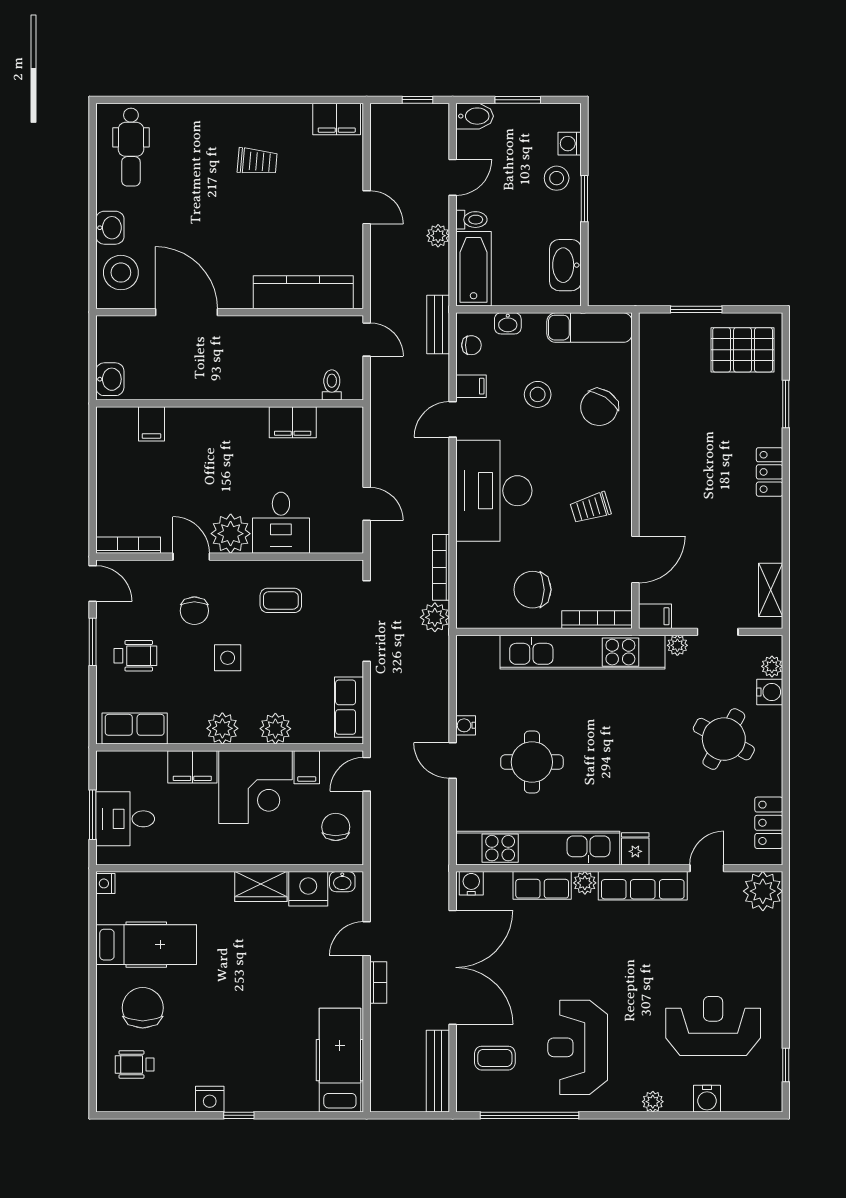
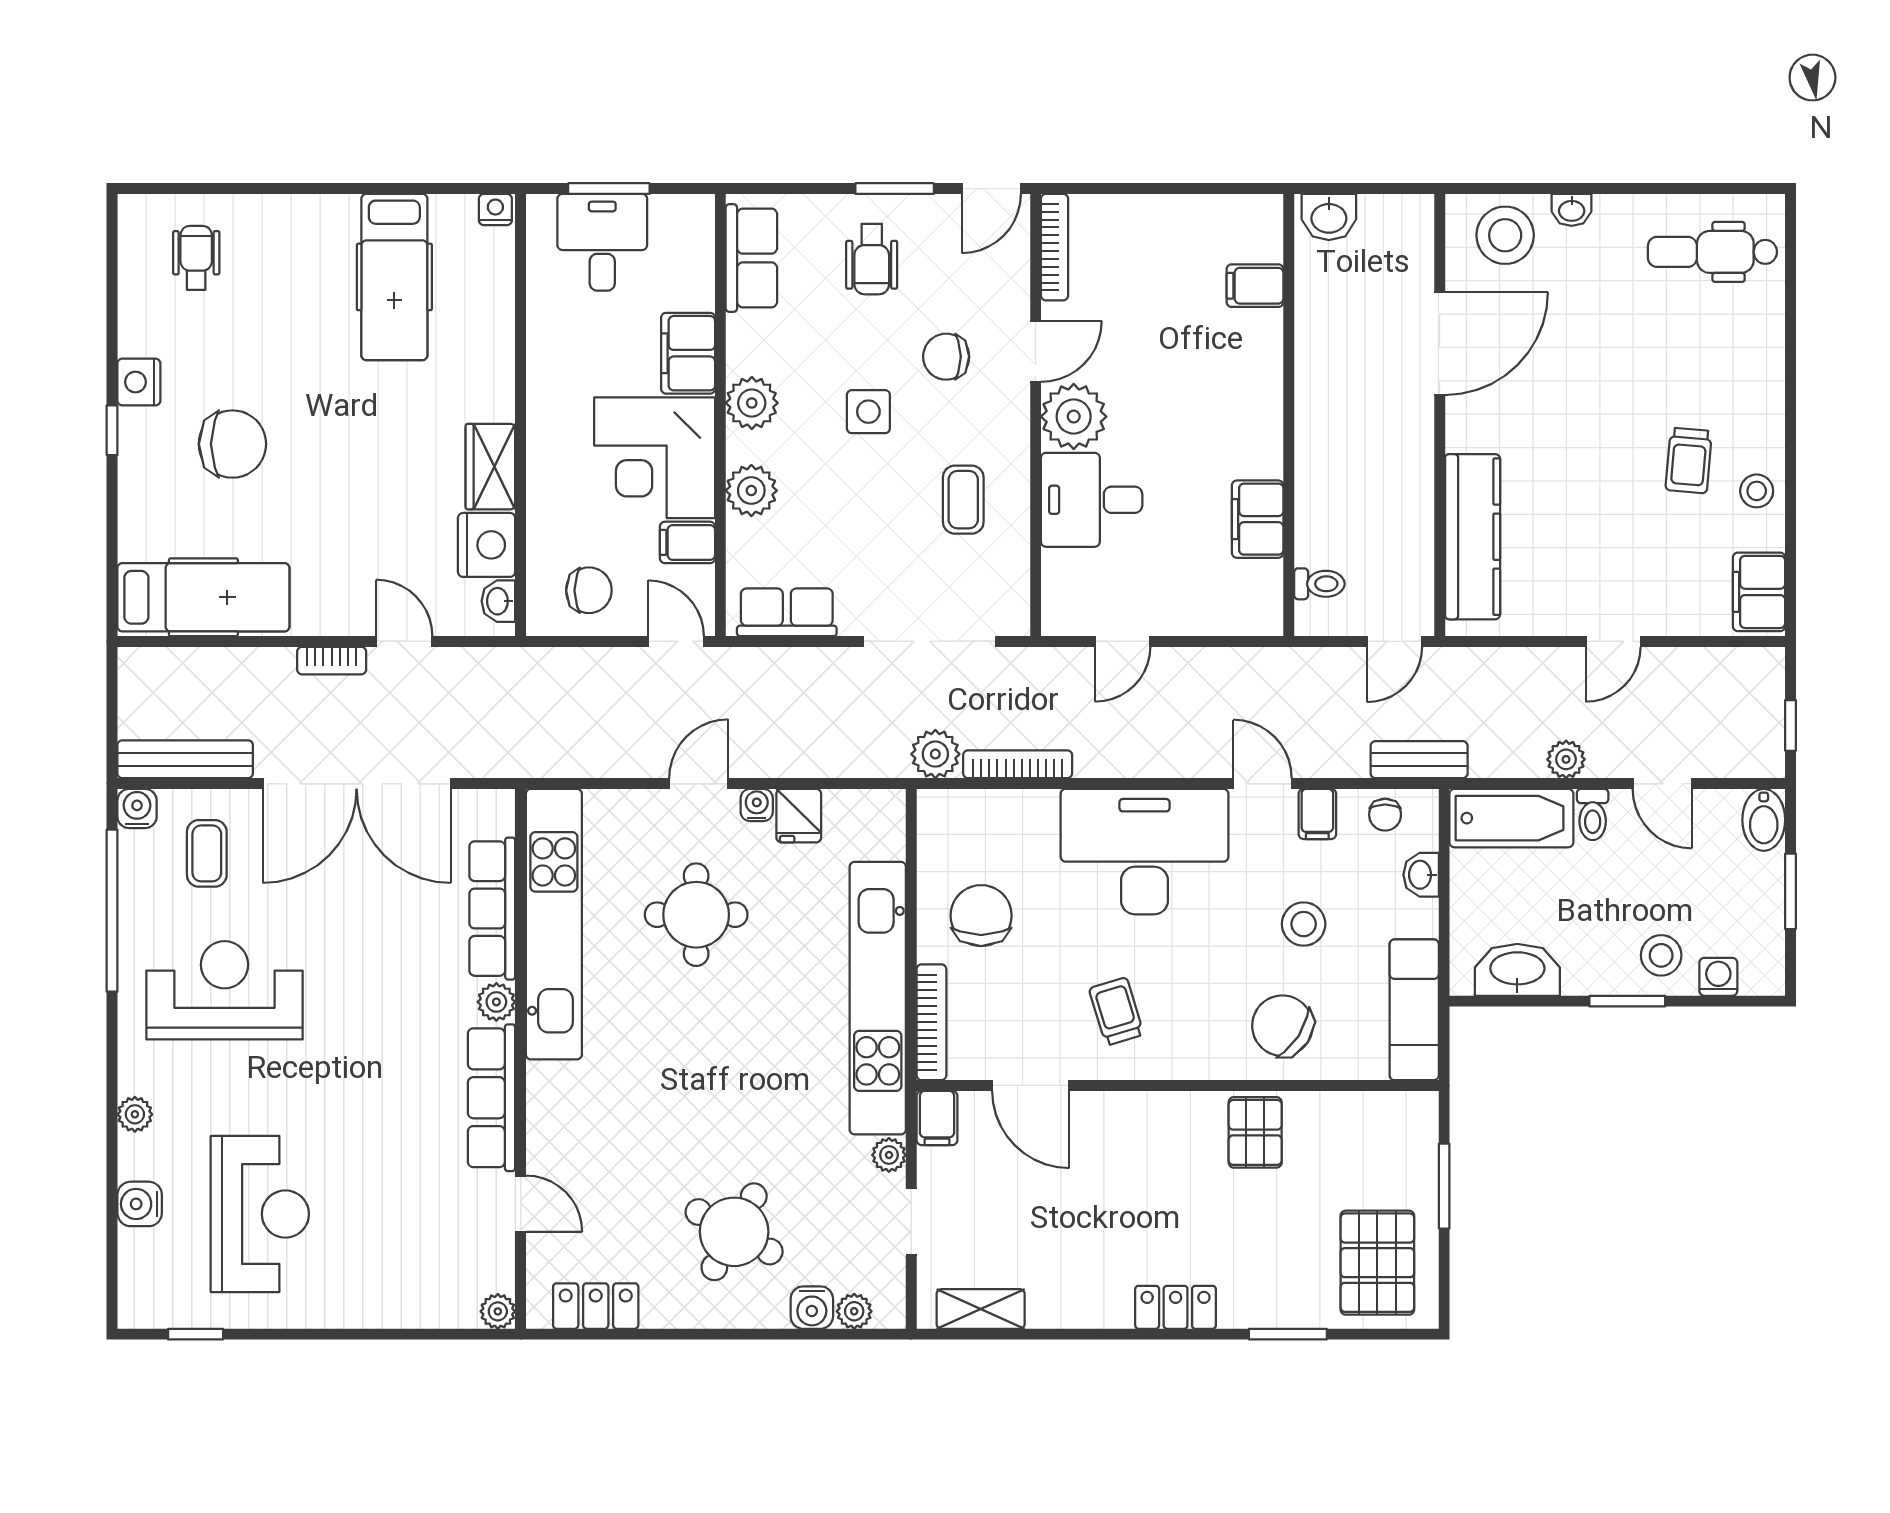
stool: (276, 120) -> (1757, 491), added
washbasin: (110, 228) -> (1572, 210), width x0.72, depth x0.69
pallet: (664, 424) -> (1255, 1132), added
fridge: (635, 849) -> (799, 816), moved, turned 90
water cooler: (471, 883) -> (137, 809), moved, turned -90
row of seats: (542, 885) -> (492, 909), width x1.48
plant: (763, 891) -> (498, 1311), width x0.53, depth x0.53
chair: (143, 1008) -> (232, 444), moved

